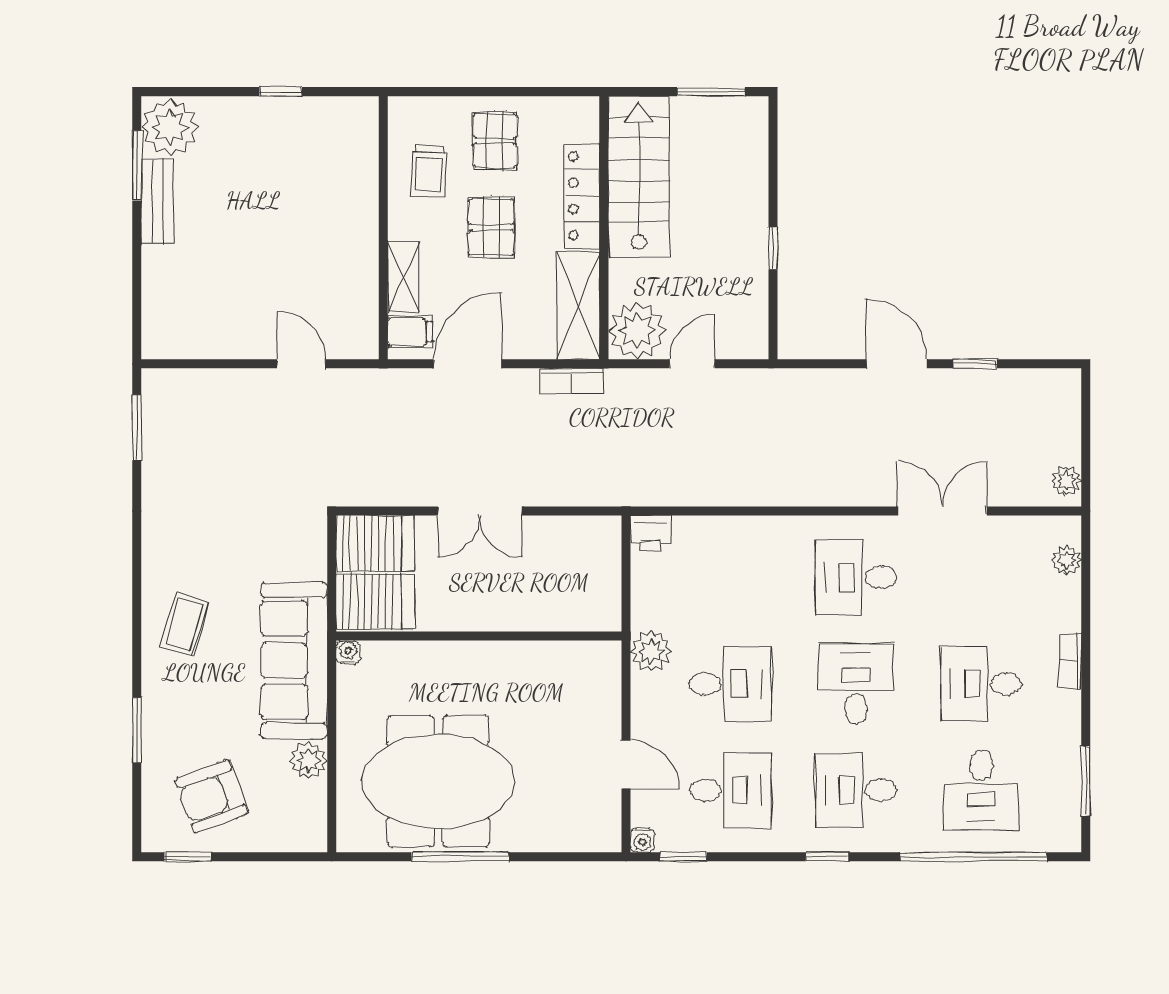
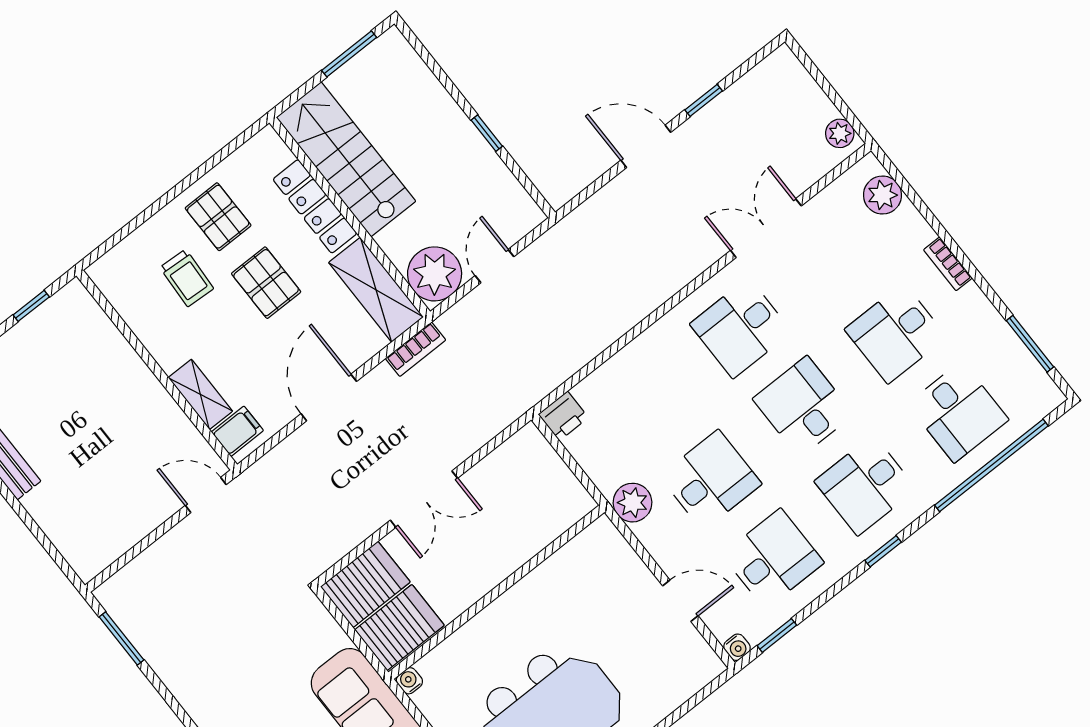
wall: (383, 228) -> (157, 370), moved
shelving: (404, 277) -> (200, 394), moved
filing cabinet: (410, 332) -> (237, 431), moved
plant: (1067, 560) -> (883, 195), width x1.38, depth x1.38

